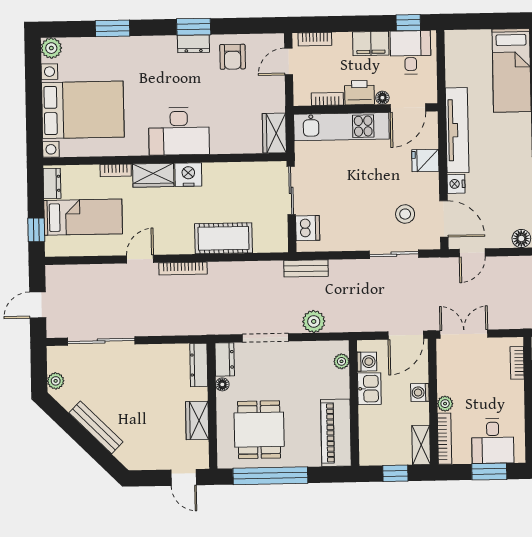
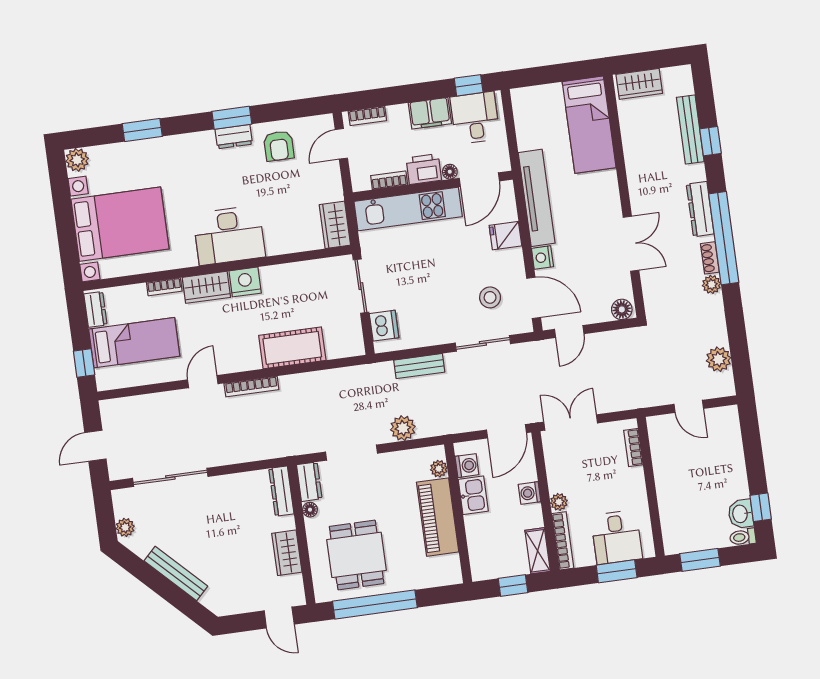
bench: (306, 268) -> (419, 366), moved
piano: (336, 433) -> (438, 517), moved

